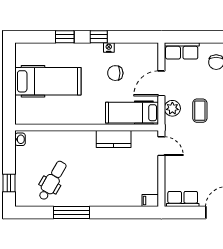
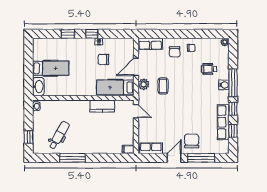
hospital bed: (48, 81) -> (51, 68), width x0.73, depth x0.78
washbasin: (23, 111) -> (38, 87), added

